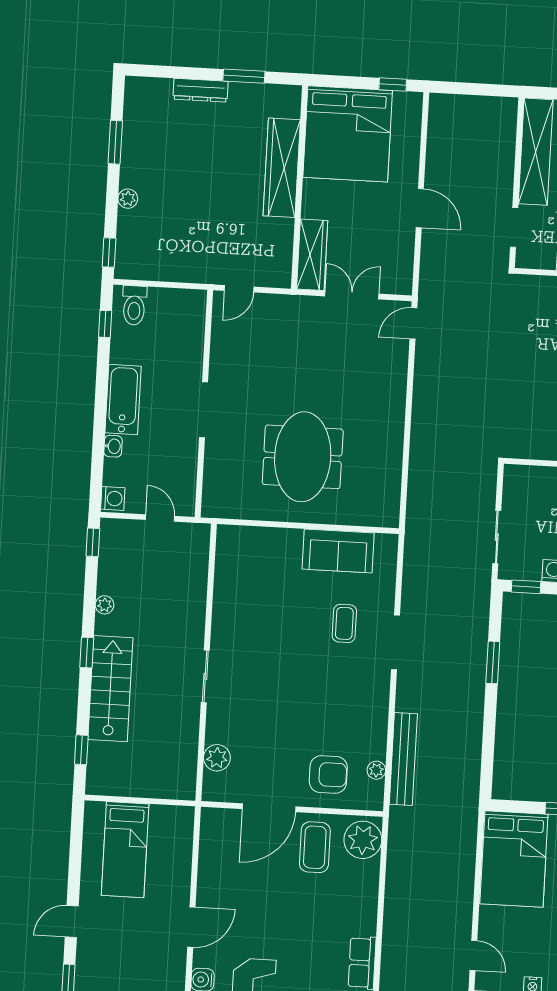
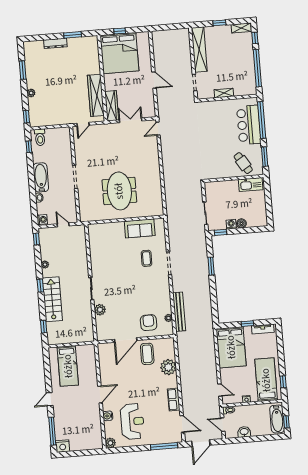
window: (393, 84) -> (120, 31), moved
wardrobe: (282, 168) -> (96, 95), moved
plant: (217, 758) -> (100, 310), moved
armchair: (328, 775) -> (149, 323), turned -91
plant: (363, 840) -> (168, 367), moved

